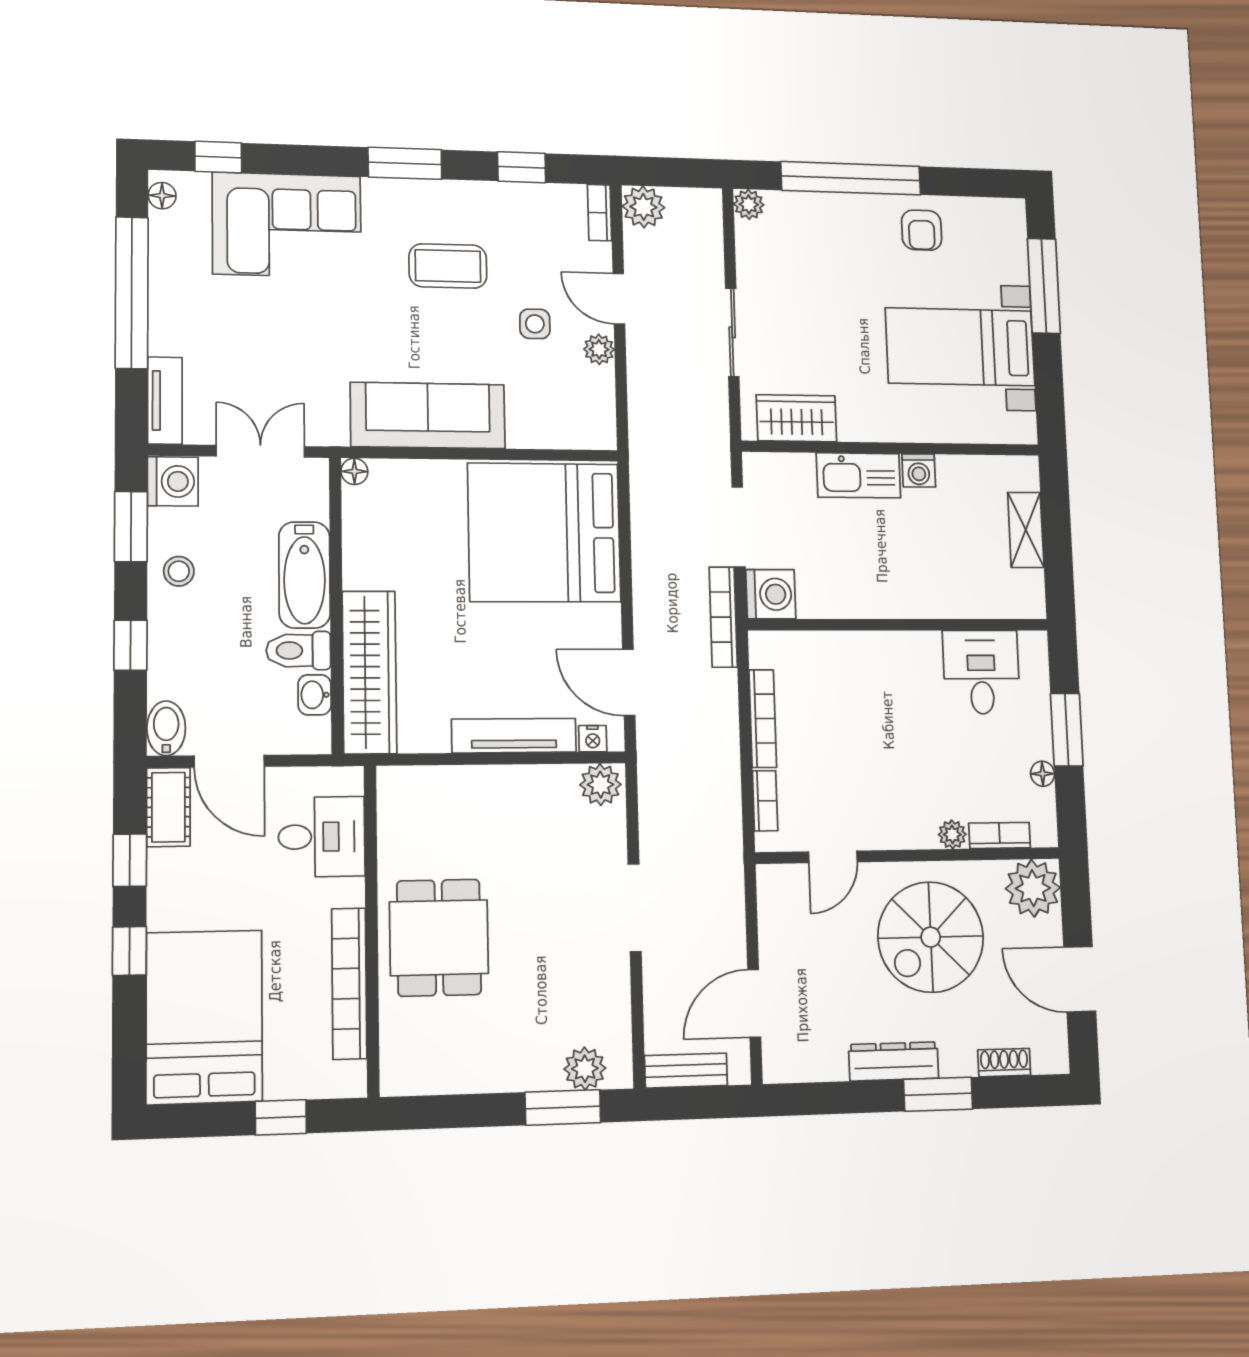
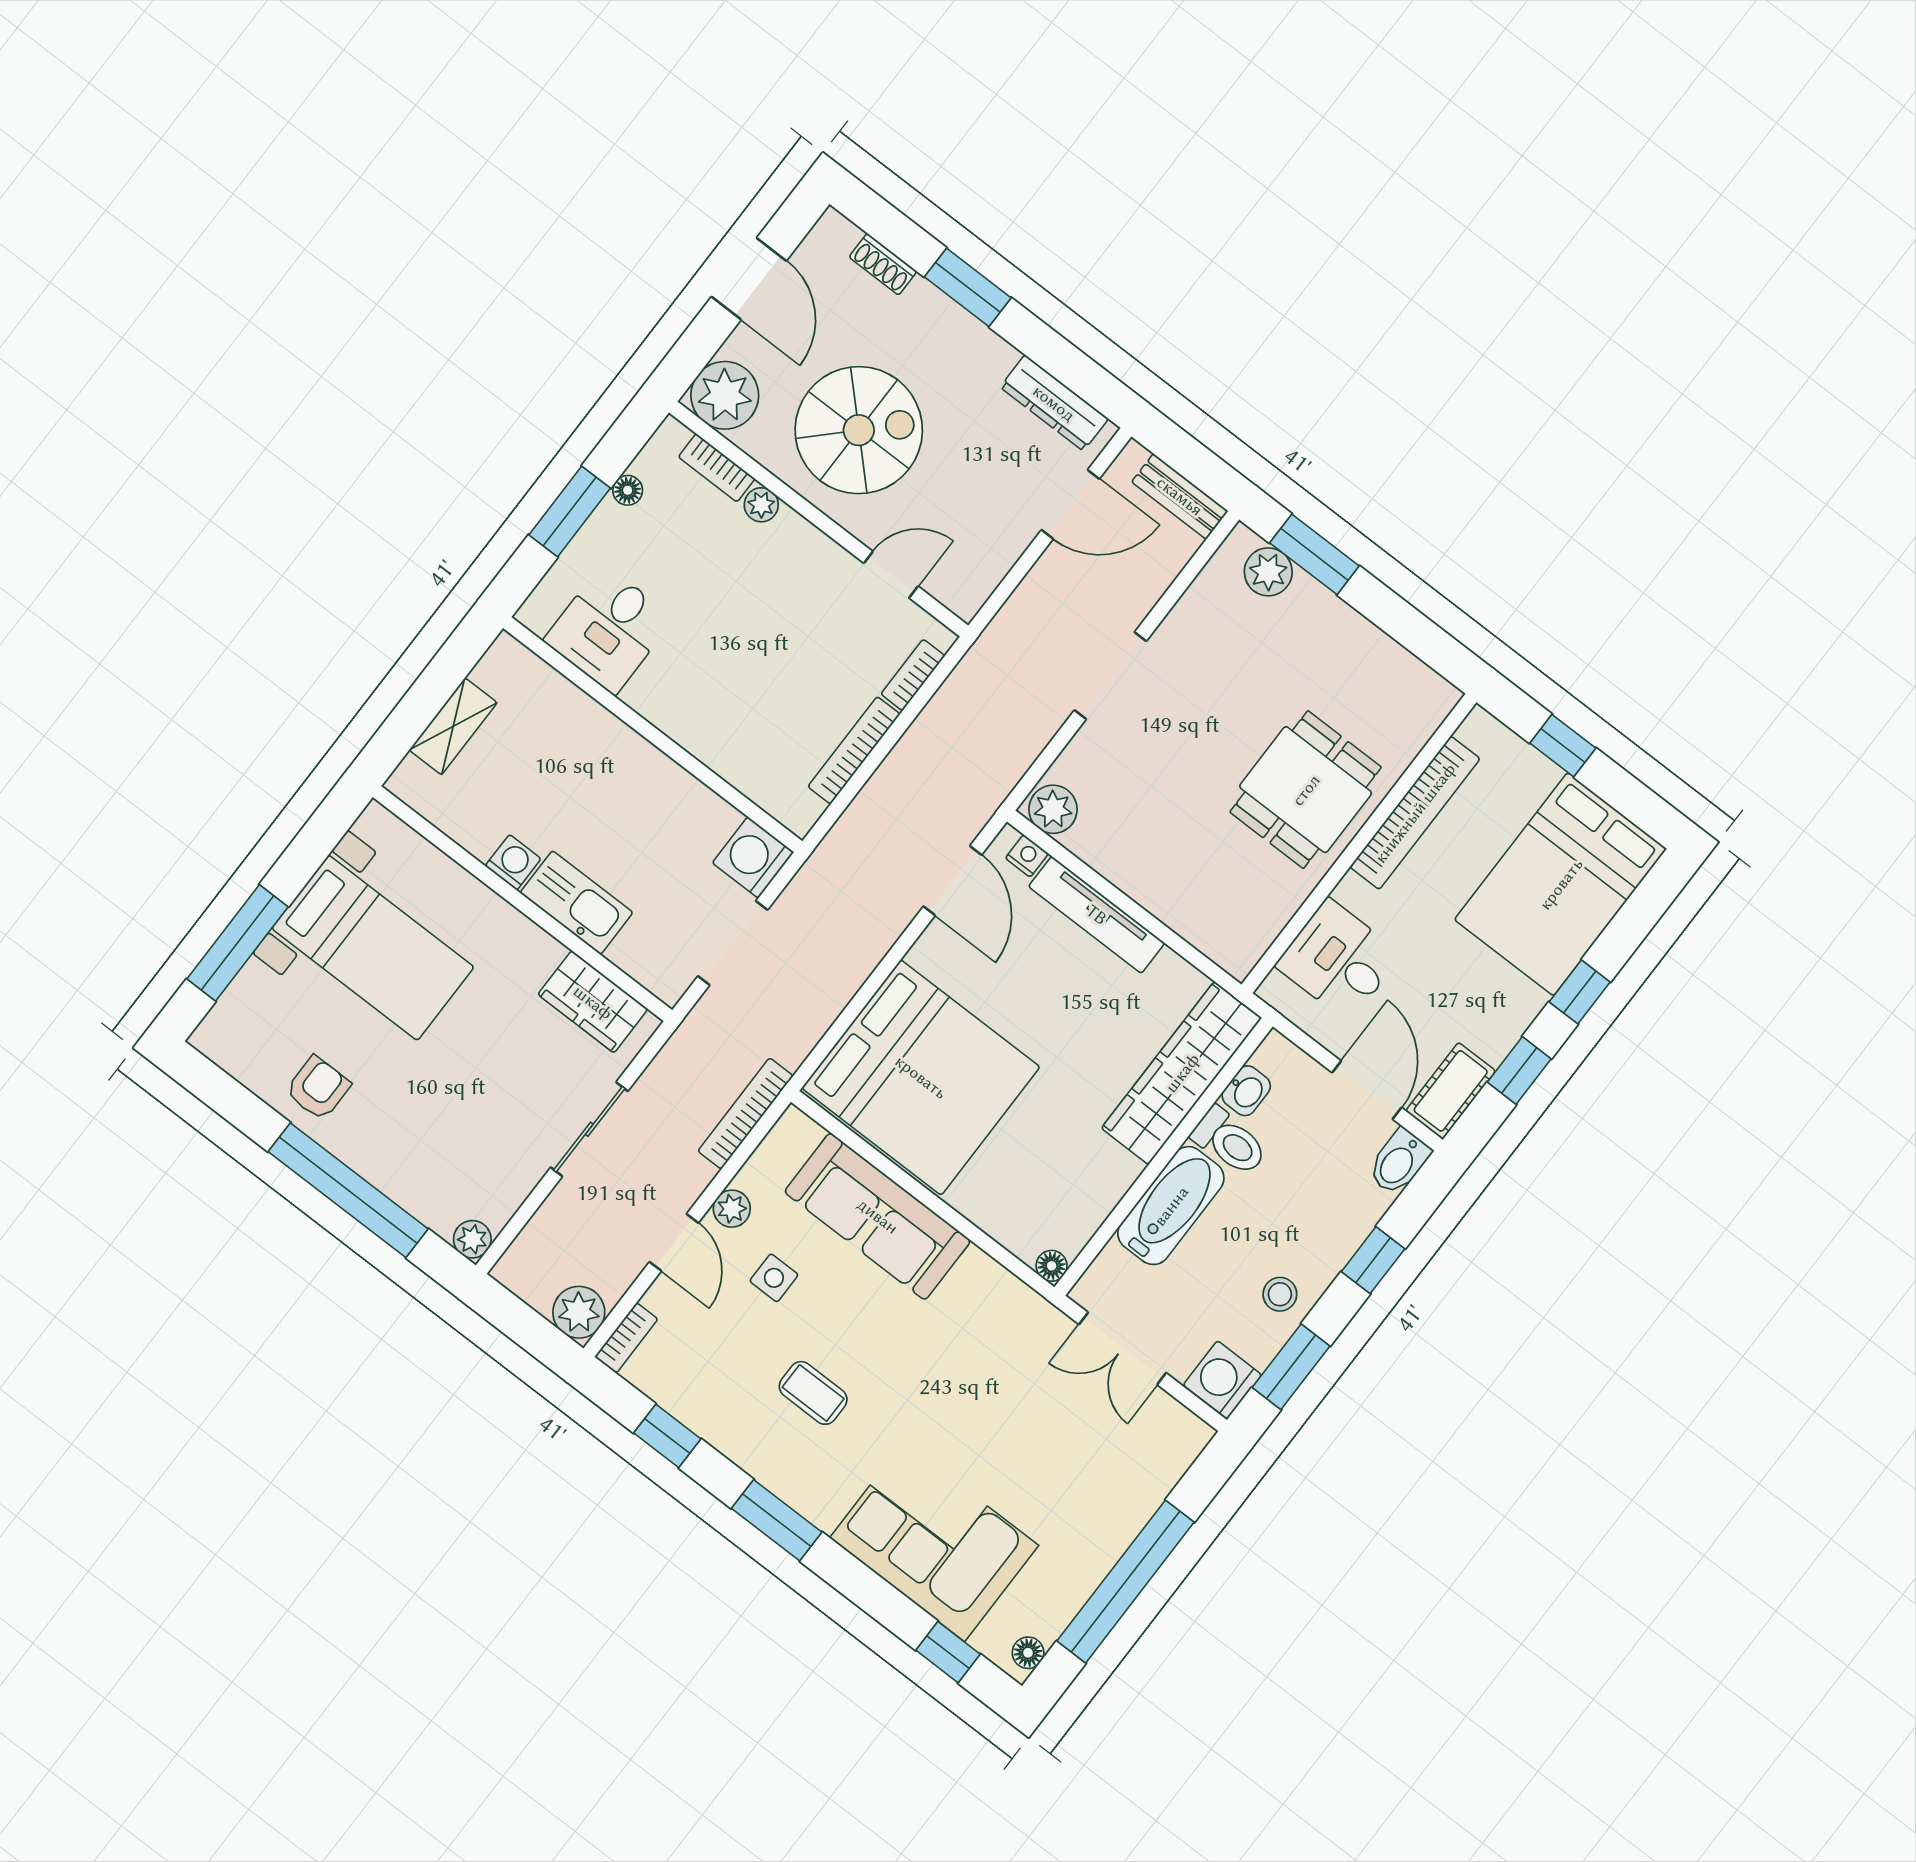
coffee table: (448, 266) -> (813, 1393), width x0.73, depth x0.77
tv unit: (165, 401) -> (1172, 1459), removed
sofa: (428, 415) -> (878, 1216), moved
bookcase: (723, 617) -> (745, 1113), moved, turned 180
dresser: (894, 1061) -> (1054, 403), moved

